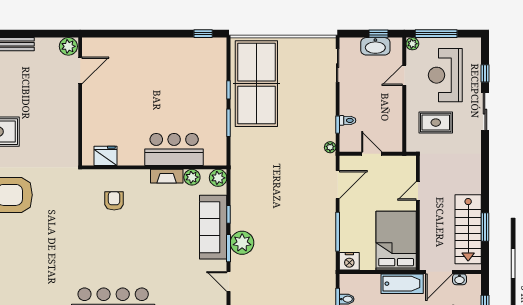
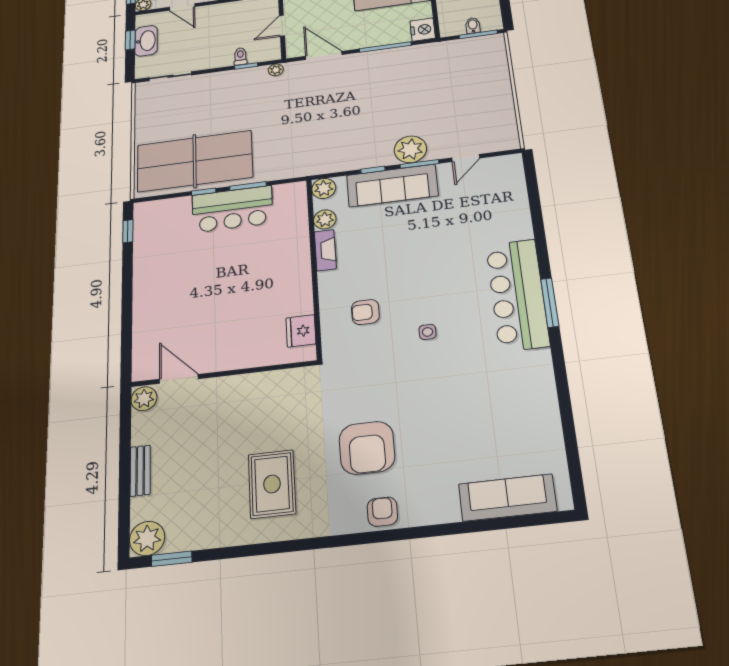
bar counter: (174, 149) -> (232, 209), moved, turned -90
side table: (93, 242) -> (427, 332), added

